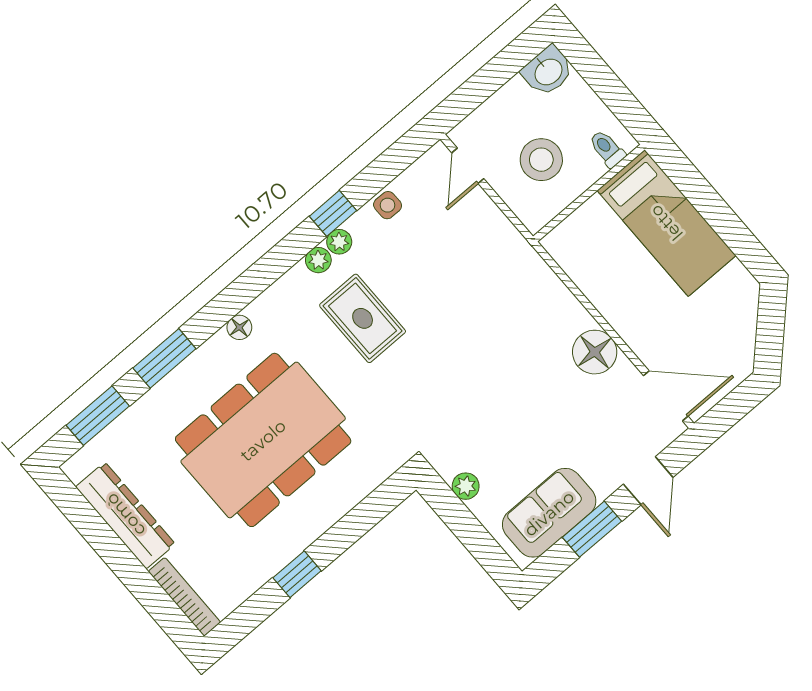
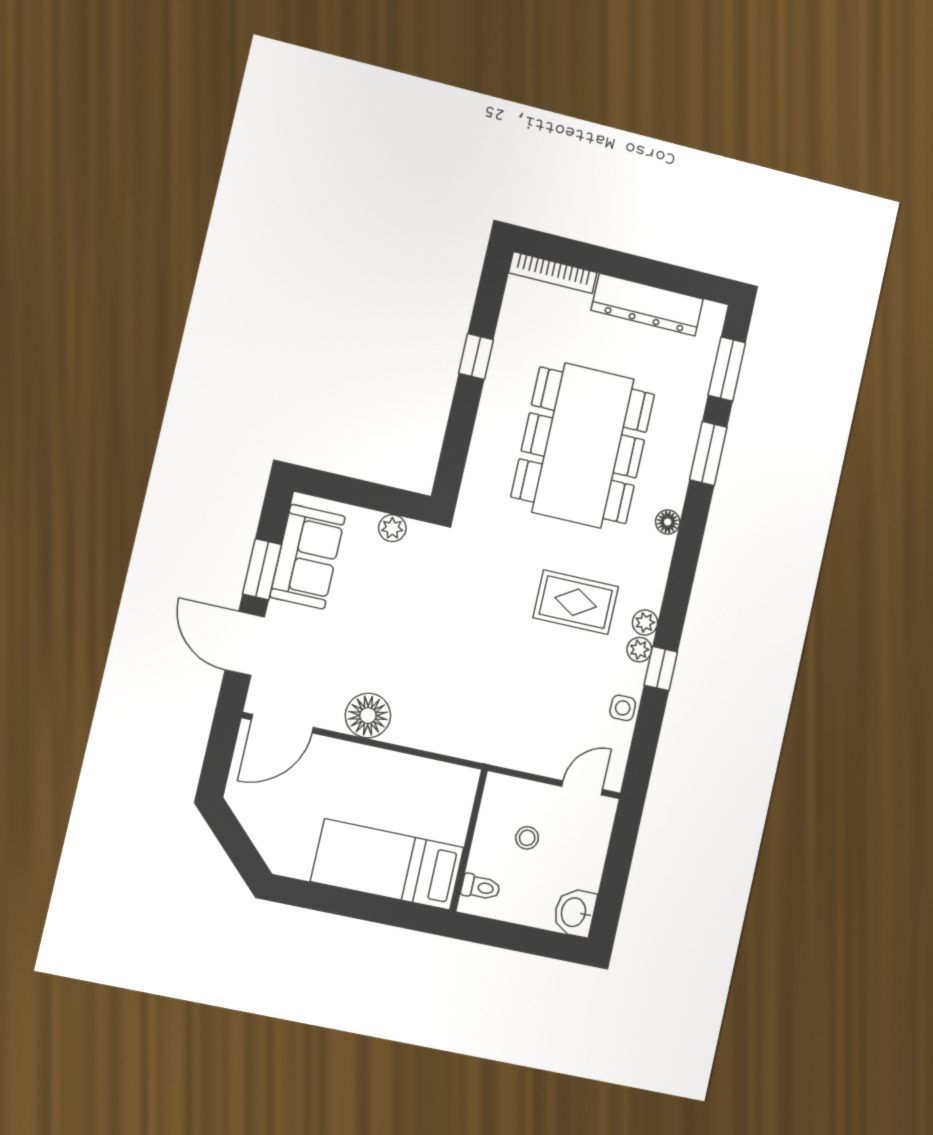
stool: (541, 160) -> (527, 838), width x0.53, depth x0.53
door: (468, 166) -> (582, 788), hinge flipped
door: (648, 481) -> (245, 643), width x1.38

